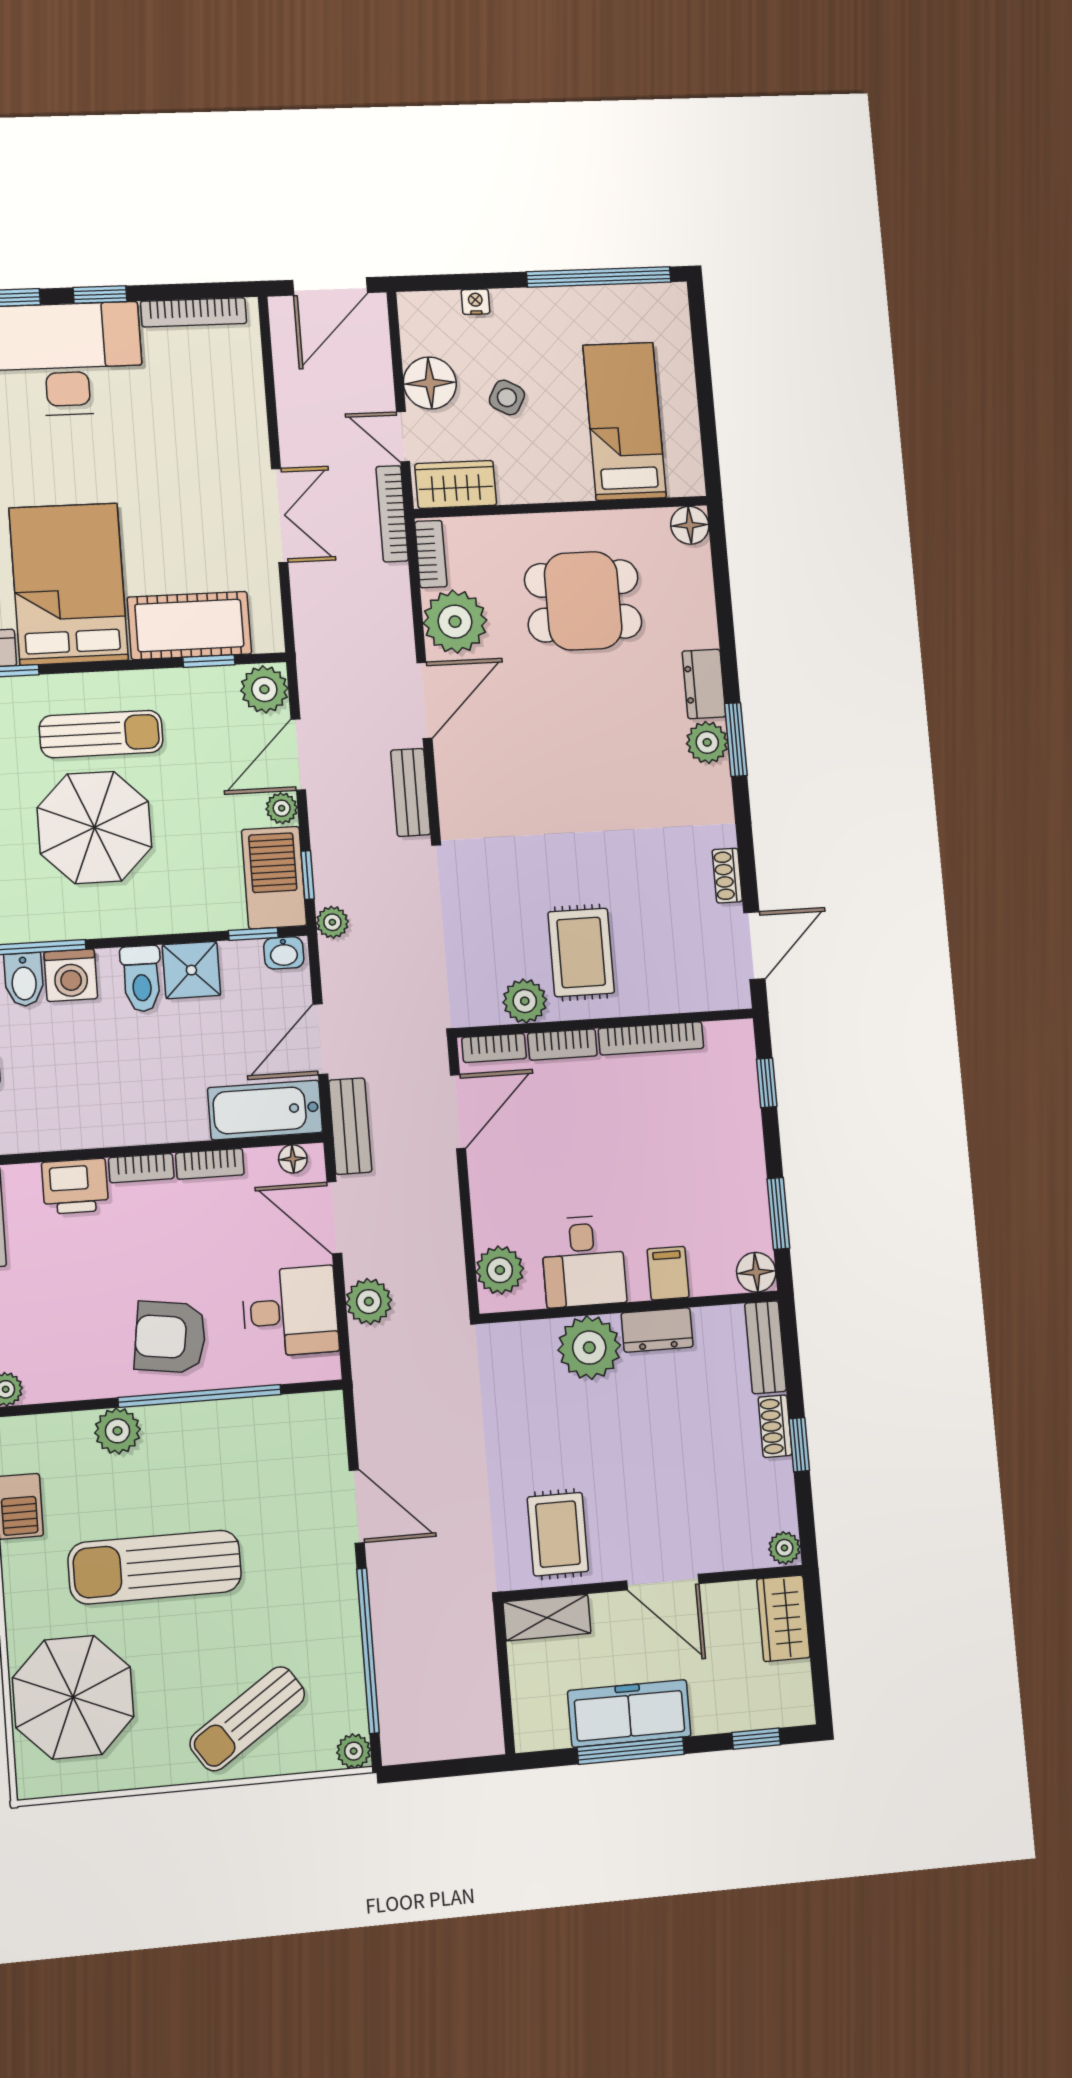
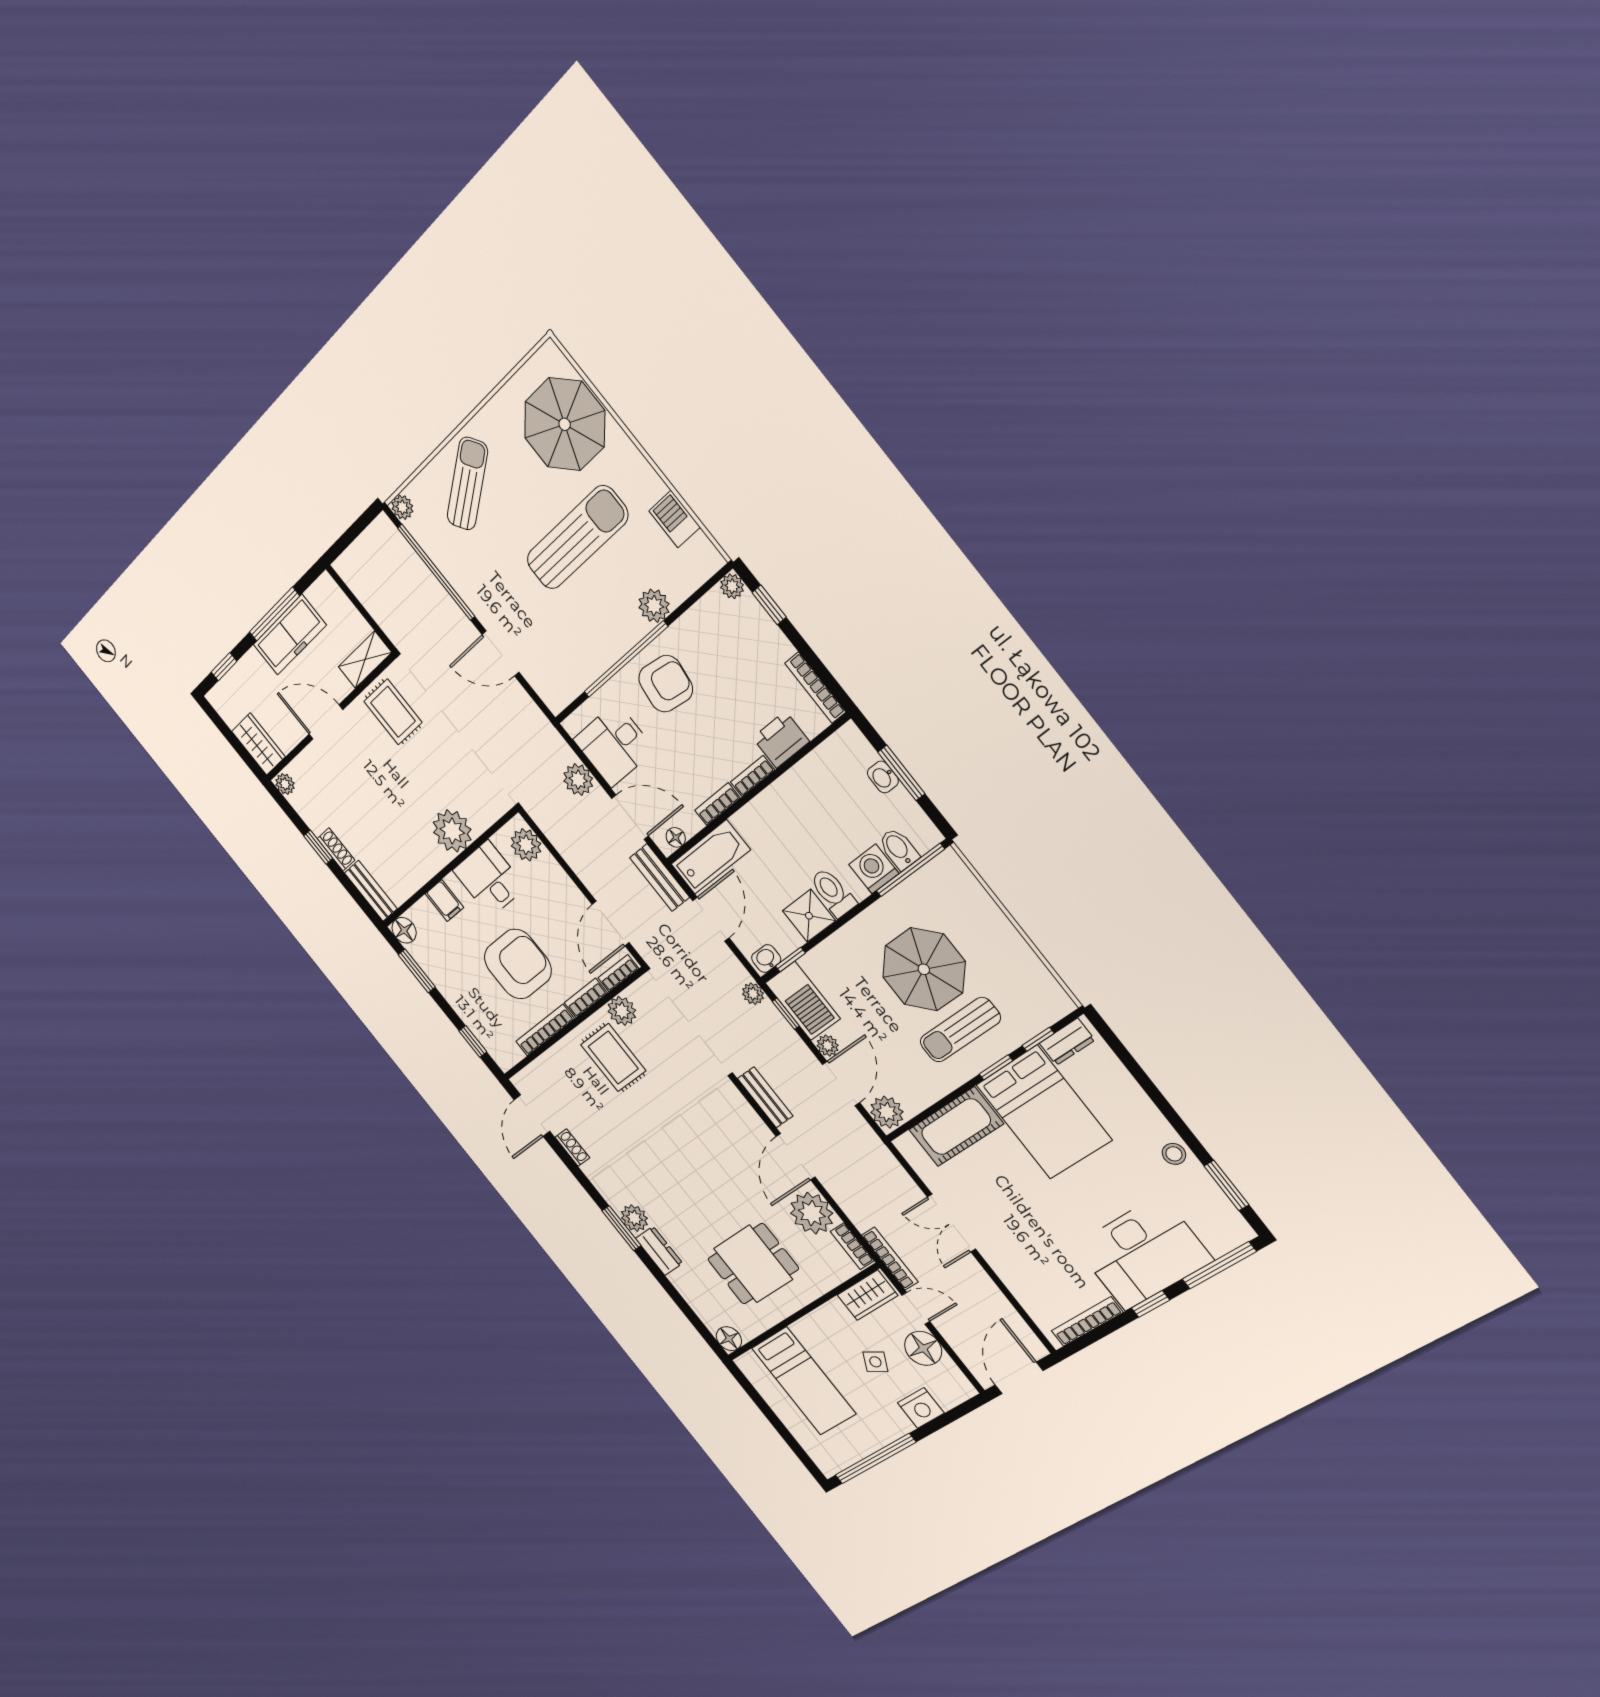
nightstand: (475, 302) -> (921, 1408), width x1.89, depth x1.79
window: (209, 661) -> (996, 1067), moved
armchair: (625, 1138) -> (518, 964), added
dresser: (657, 1330) -> (427, 864), removed

